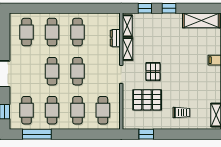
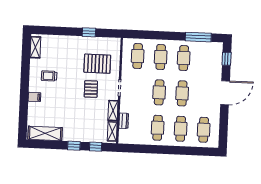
cafe table: (27, 110) -> (207, 59), removed
trolley: (181, 113) -> (49, 76), moved
window: (146, 134) -> (89, 32), moved

